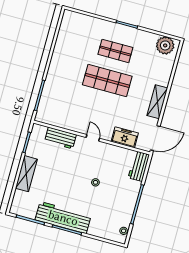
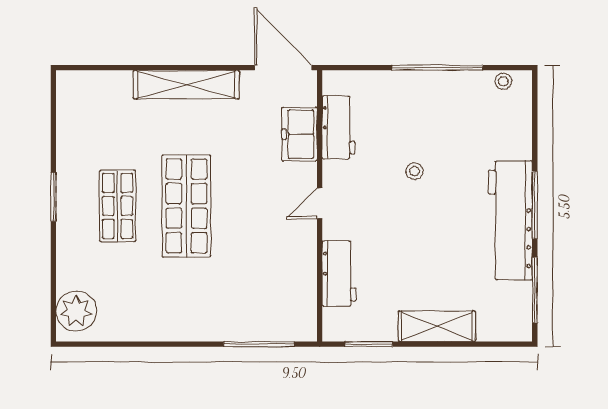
plant: (165, 45) -> (76, 311), moved
shelving: (157, 102) -> (186, 85), width x1.47
workbench: (139, 166) -> (339, 127), moved, turned -90

